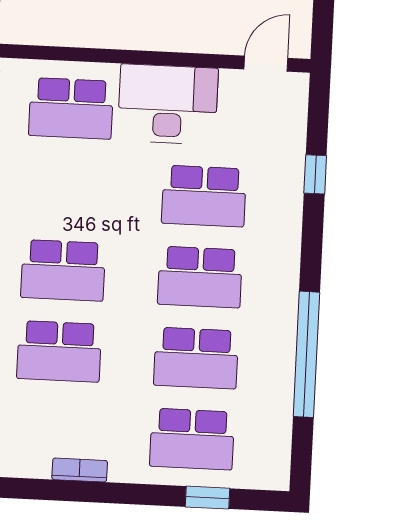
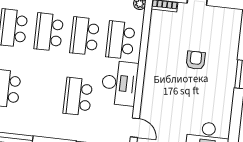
school desk: (200, 277) -> (85, 36), moved

